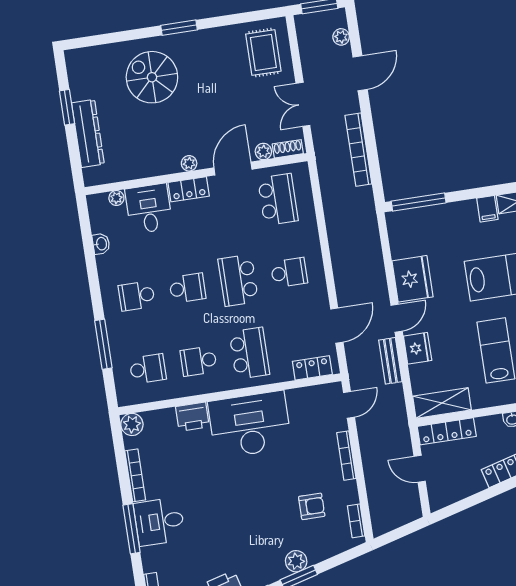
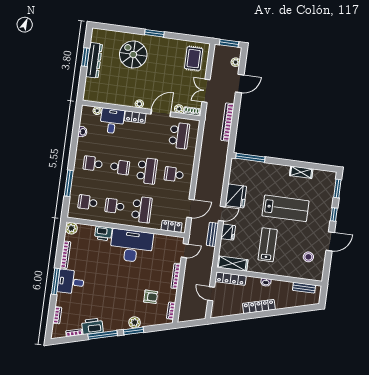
dresser: (88, 133) -> (94, 60), moved
filing cabinet: (487, 209) -> (284, 171), removed
school desk: (289, 273) -> (174, 174), turned 180
school desk: (238, 280) -> (147, 171), turned 180
school desk: (148, 369) -> (88, 202), turned 180

